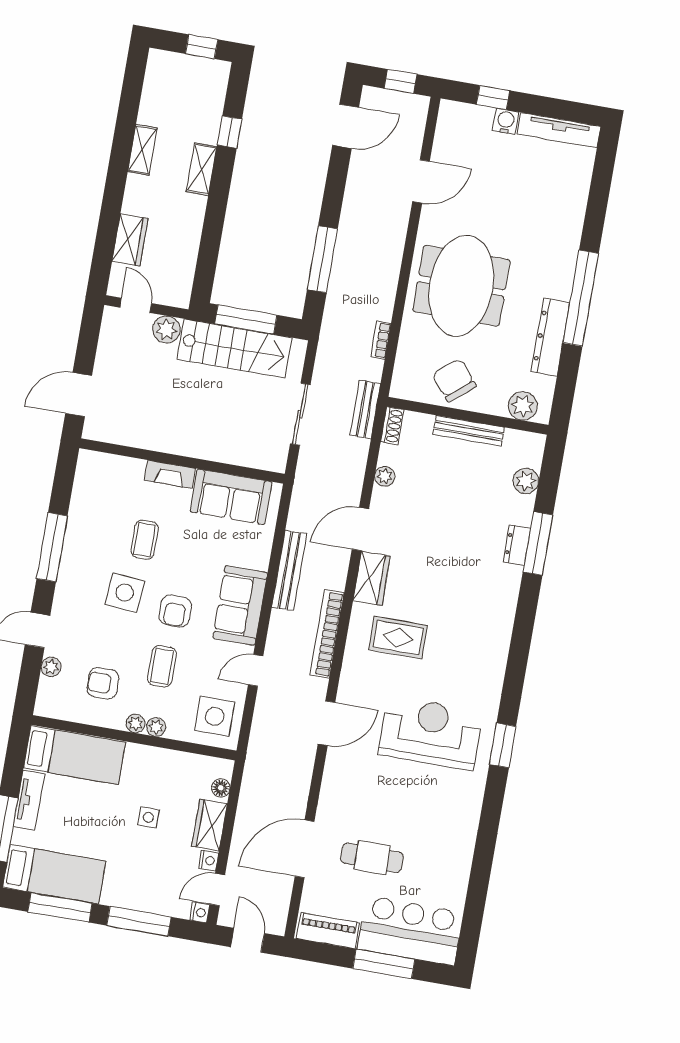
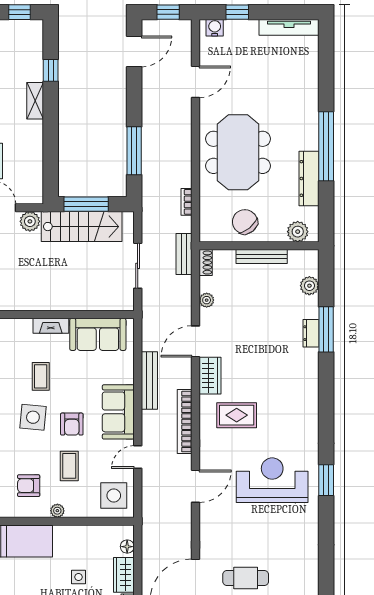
water cooler: (506, 121) -> (215, 28), moved
plant: (156, 727) -> (73, 511), removed

